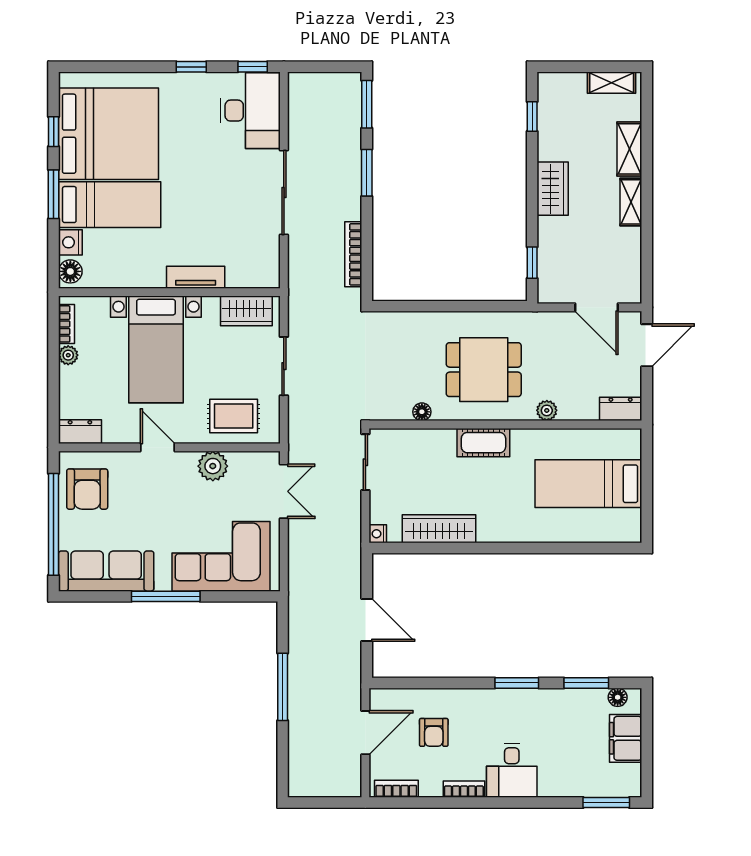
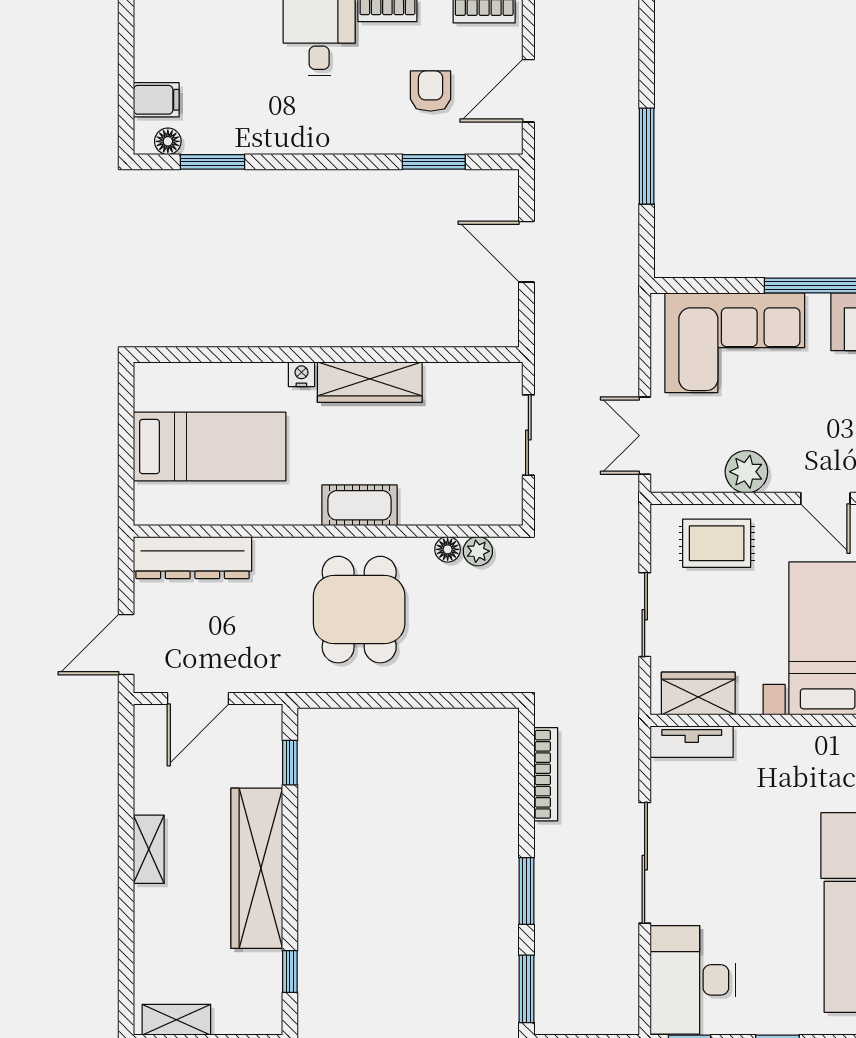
shelving: (629, 149) -> (151, 925), removed
wardrobe: (553, 189) -> (257, 868), width x2.10, depth x1.17
tv unit: (196, 277) -> (692, 742), moved
door: (596, 307) -> (198, 699), swing flipped
dining table: (484, 370) -> (359, 610), turned 90
dresser: (621, 409) -> (193, 558), width x1.96, depth x1.24
plant: (547, 410) -> (478, 551), moved
sliding door: (365, 462) -> (528, 435), moved
wardrobe: (439, 529) -> (370, 382), moved
nightstand: (378, 534) -> (301, 374), moved, turned -90
window: (517, 683) -> (434, 162), moved
filing cabinet: (626, 738) -> (156, 100), width x0.50

